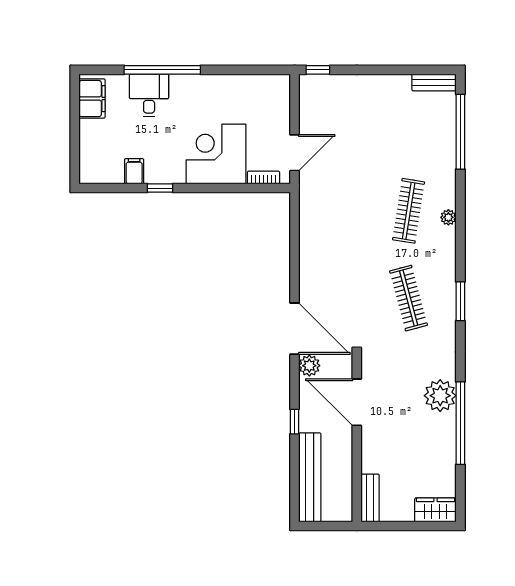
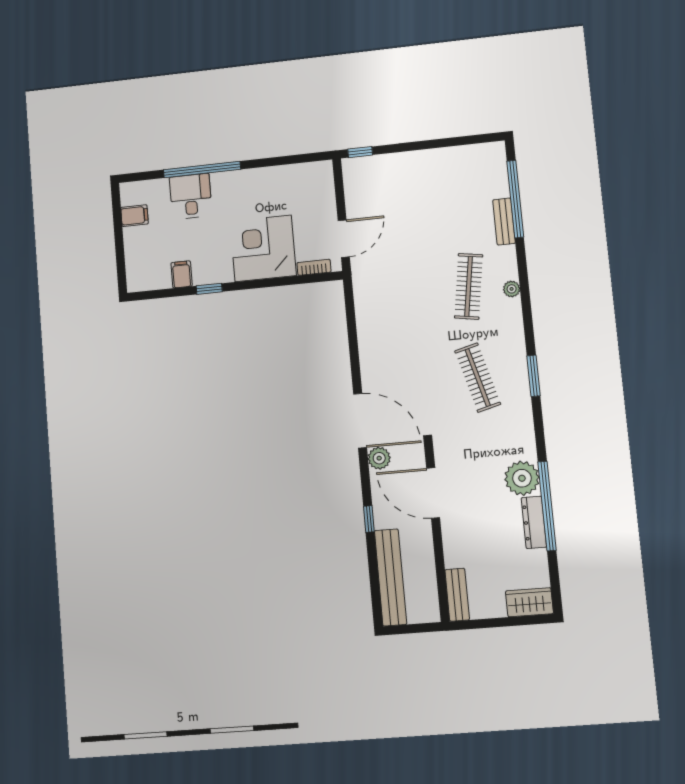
bench: (434, 82) -> (504, 222), moved, turned 90
filing cabinet: (92, 99) -> (135, 216), width x0.50
dresser: (447, 437) -> (534, 522), added

